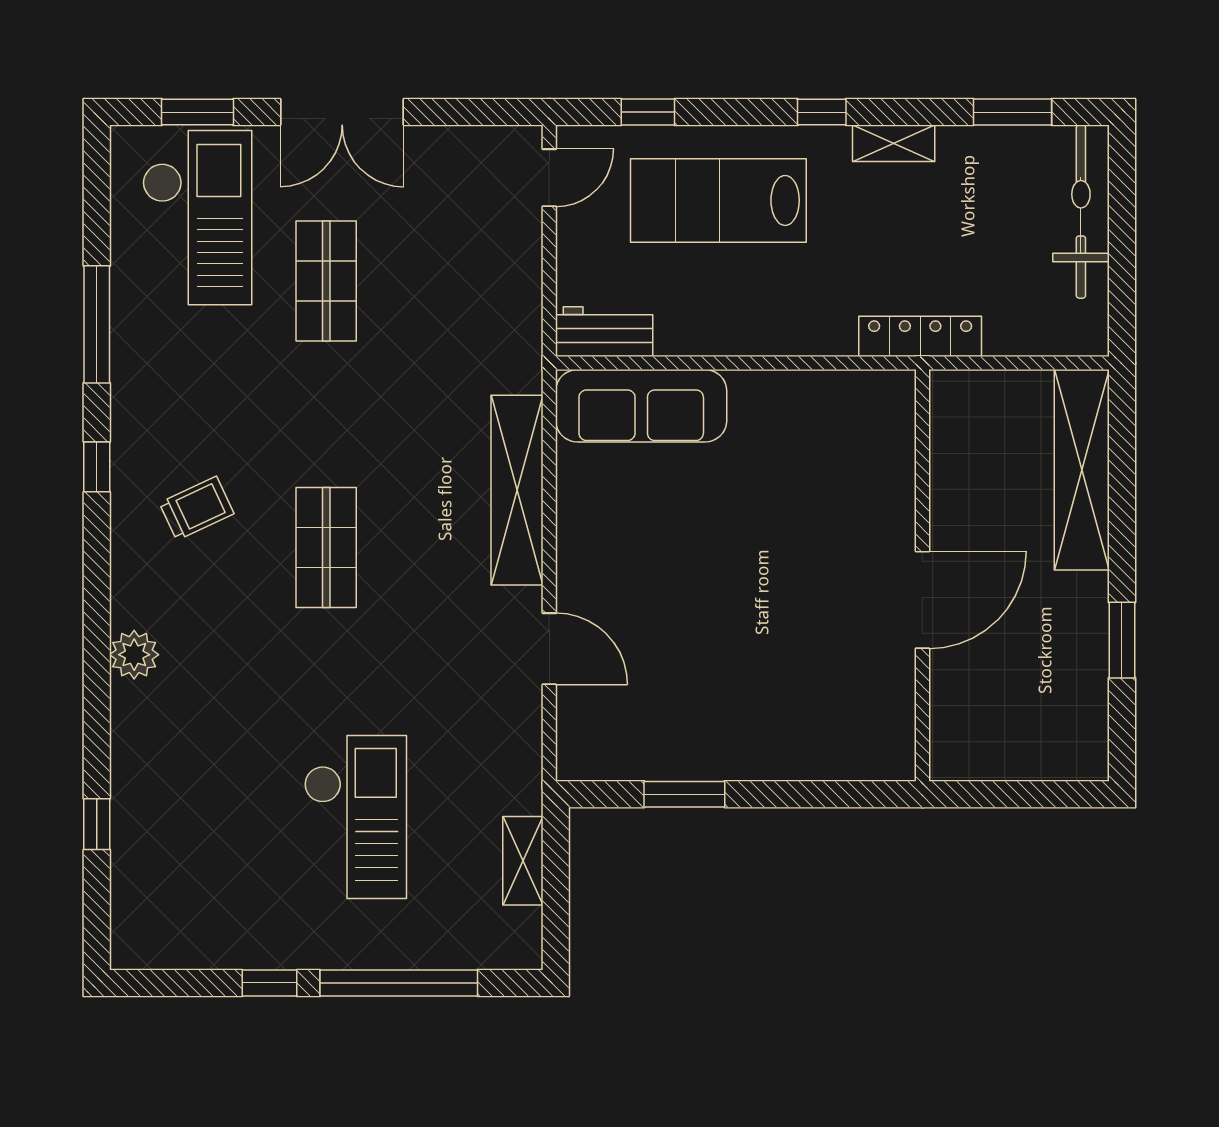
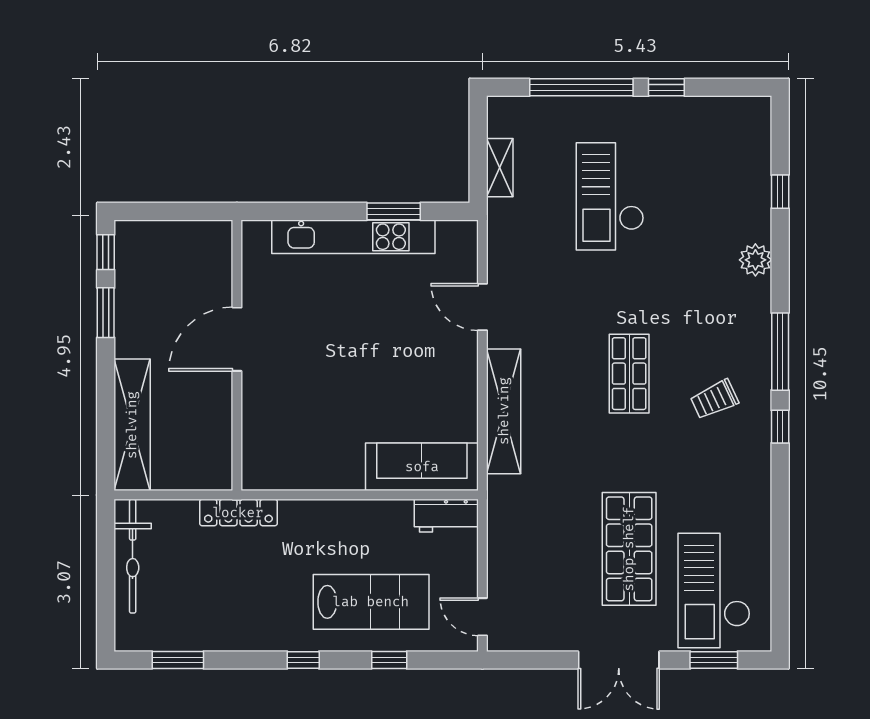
double door: (342, 112) -> (619, 660), swing flipped
window: (648, 112) -> (389, 660), moved
shelving: (894, 143) -> (256, 639), removed
door: (549, 178) -> (482, 617), hinge flipped
bicycle: (1081, 212) -> (133, 556), moved
shop shelf: (326, 281) -> (629, 549), width x1.43, depth x1.36
window: (97, 324) -> (780, 352), moved
plant: (134, 655) -> (755, 260), moved
window: (1122, 732) -> (106, 252), added
kitchen unit: (745, 756) -> (353, 237), added

